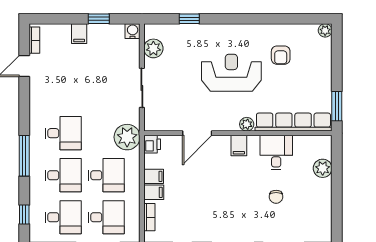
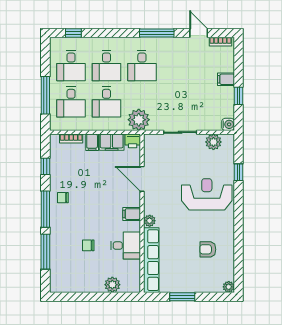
reception desk: (231, 73) -> (207, 194), moved, turned -90
window: (337, 106) -> (182, 297), moved
window: (24, 156) -> (157, 33), moved
filing cabinet: (154, 176) -> (112, 142), width x2.00
chair: (219, 227) -> (63, 198), added

